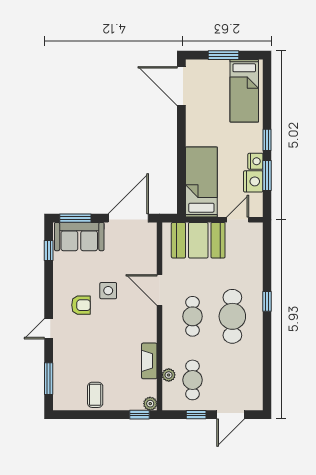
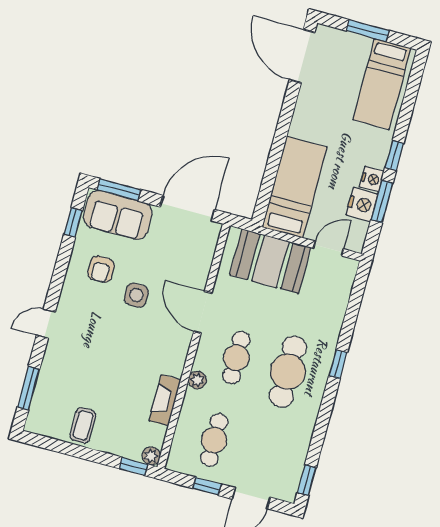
armchair: (81, 305) -> (101, 269), moved, turned 90
plant: (169, 375) -> (197, 380), moved
window: (267, 391) -> (307, 480), added

